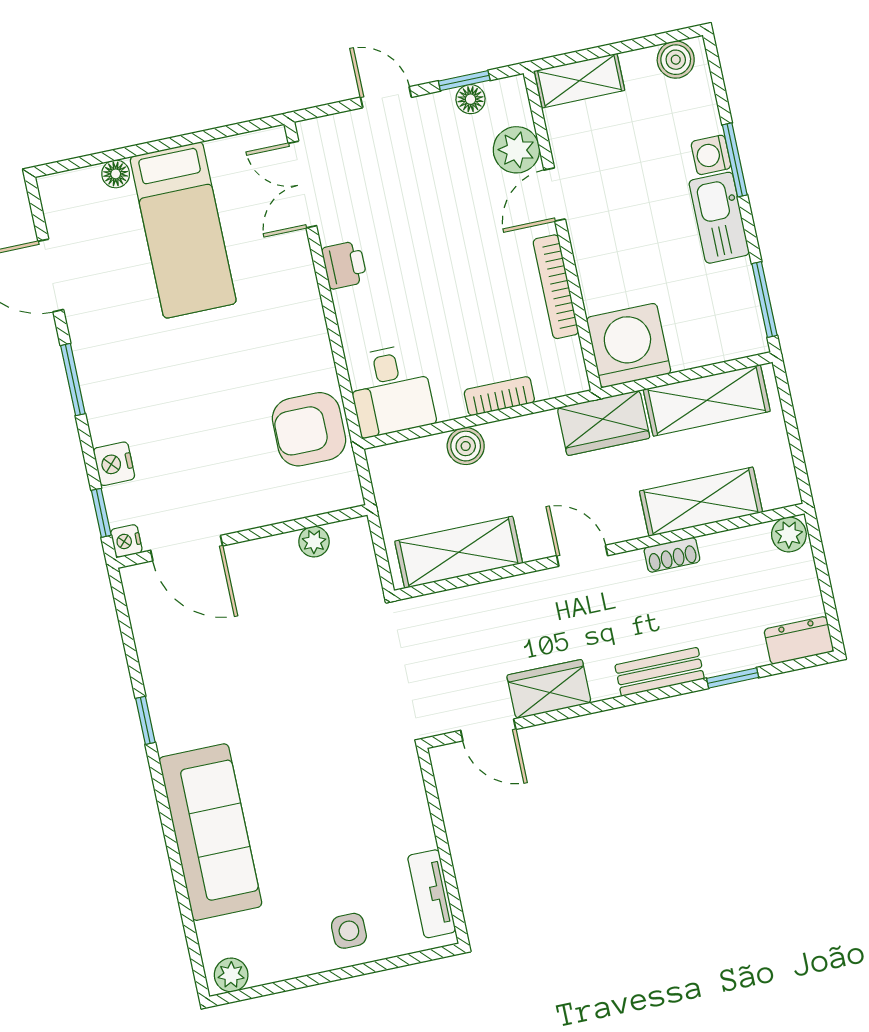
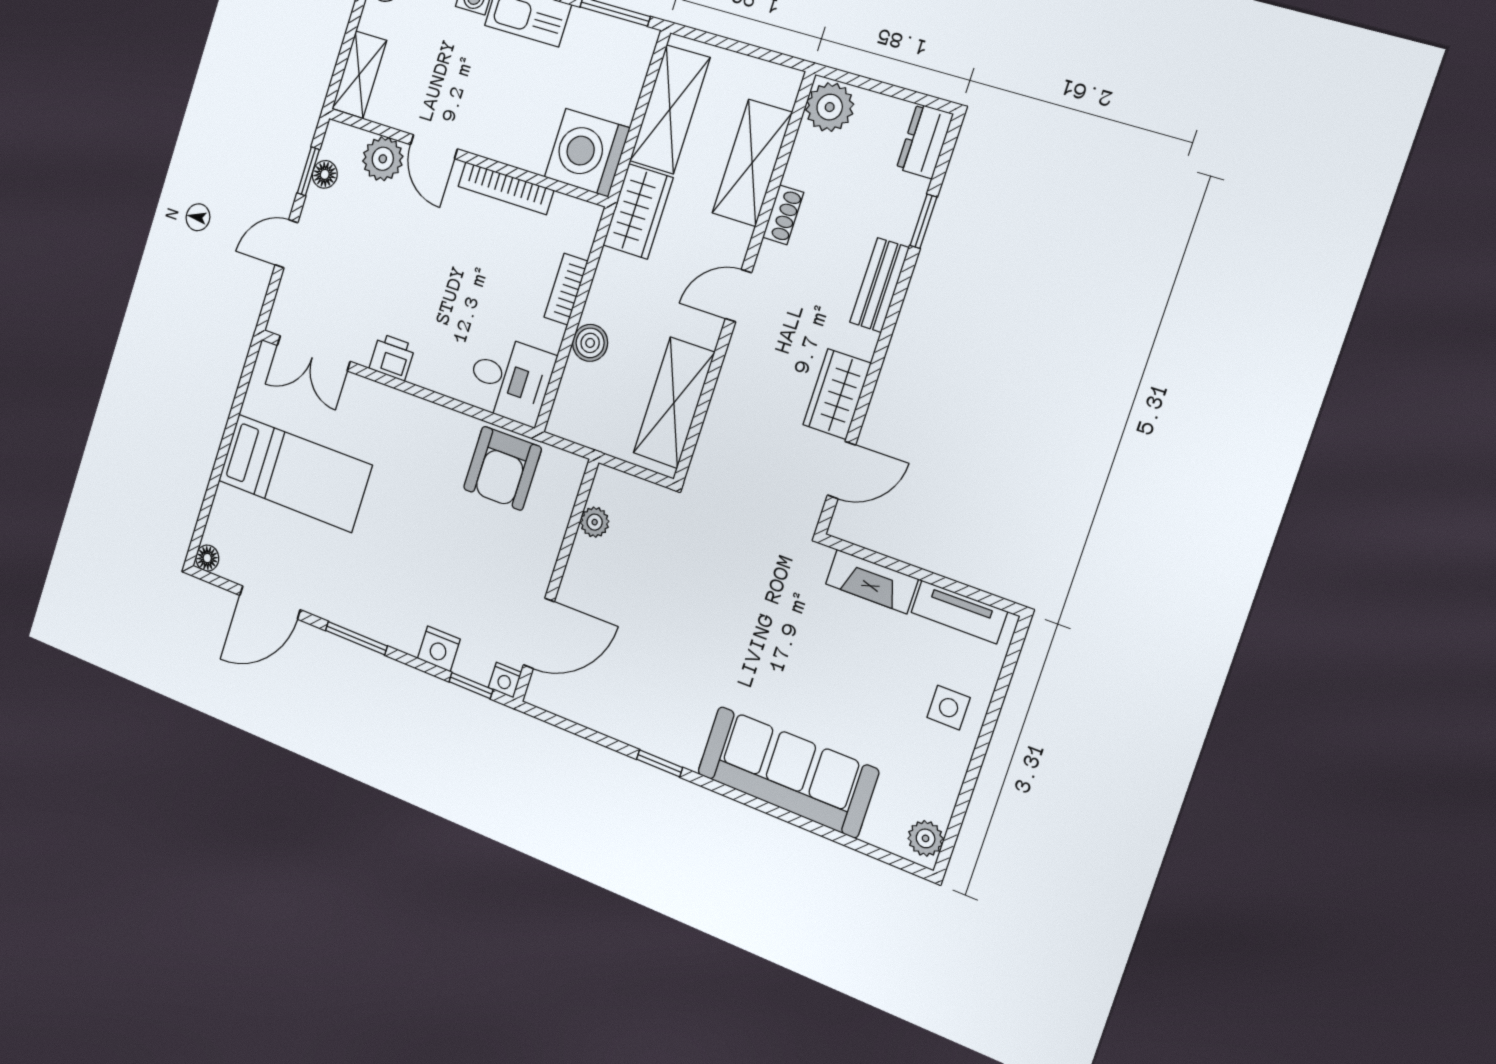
floor lamp: (116, 174) -> (207, 558), moved
plant: (789, 535) -> (830, 107), width x1.38, depth x1.38
fireplace: (412, 809) -> (872, 582), added

